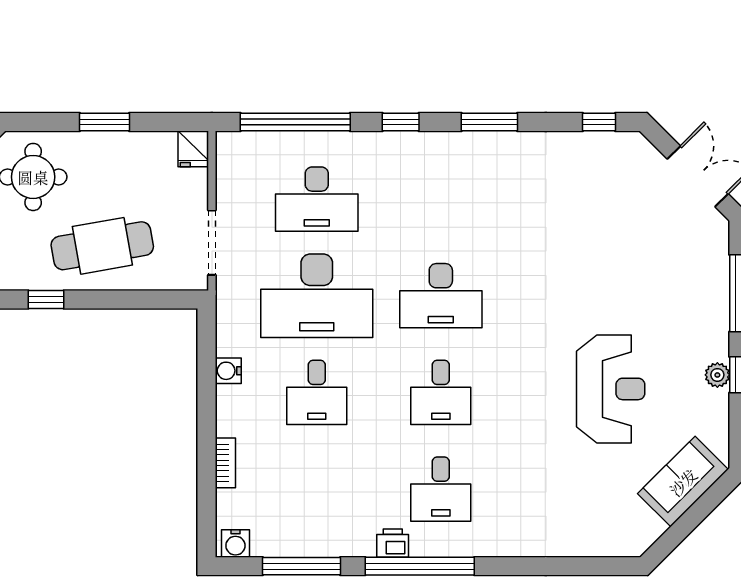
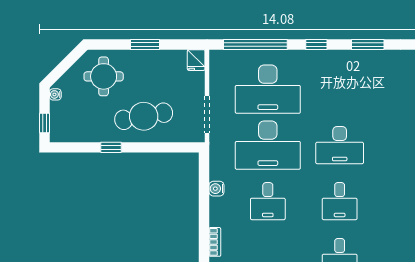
desk: (317, 199) -> (268, 89), width x1.36, depth x1.30

